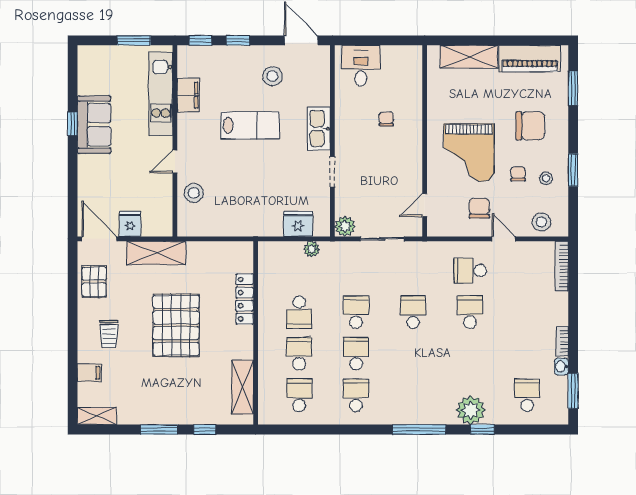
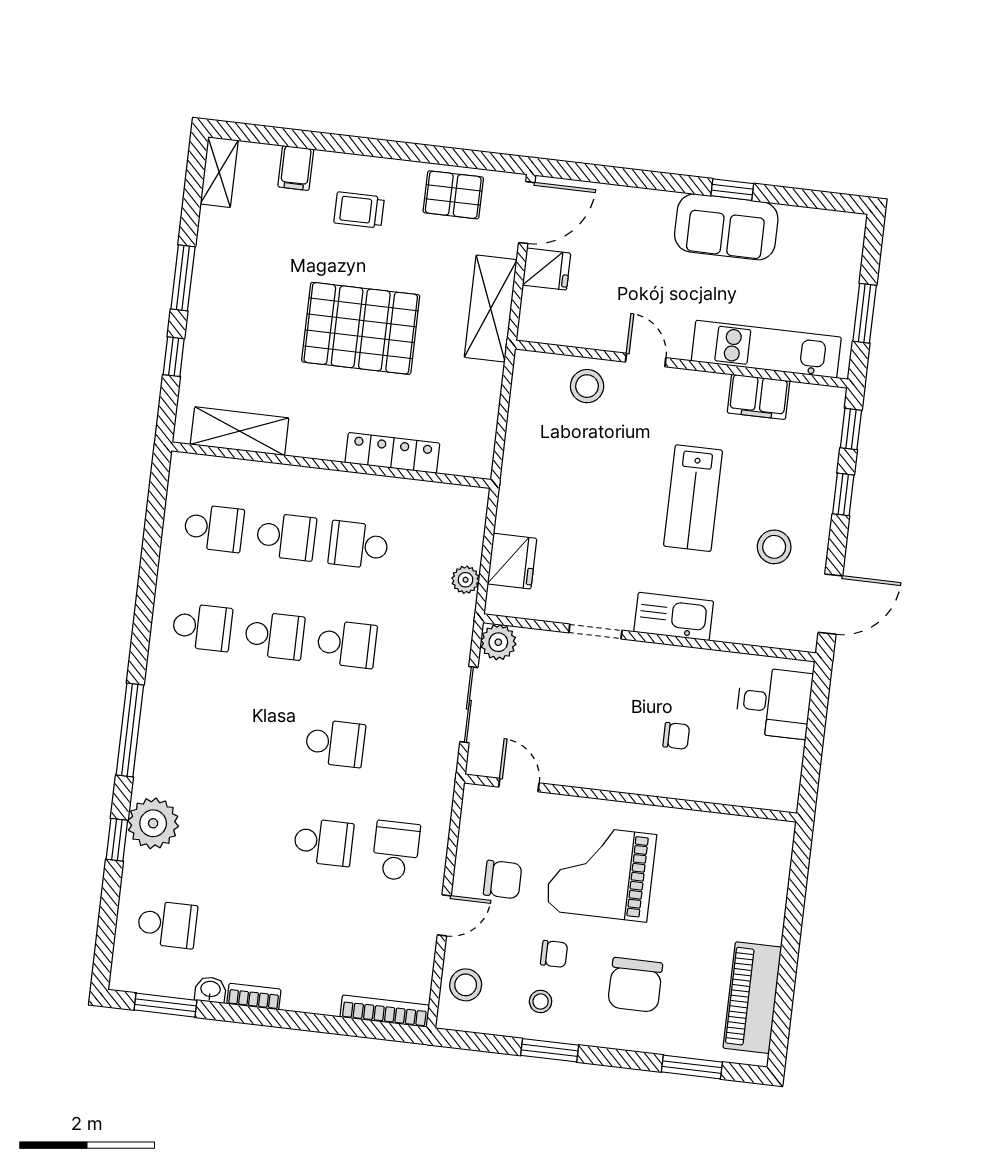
shelving: (469, 57) -> (768, 892), removed

